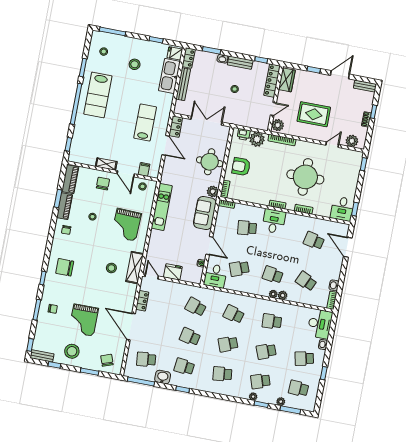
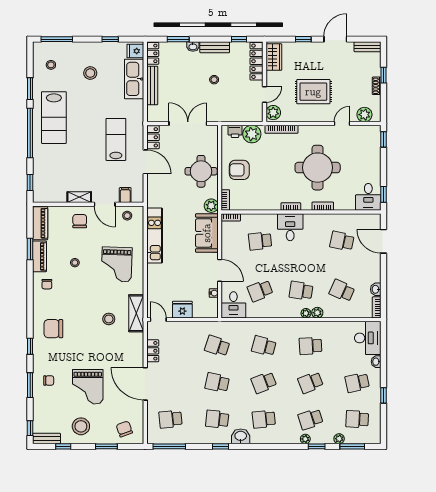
washbasin: (163, 377) -> (241, 436), moved

